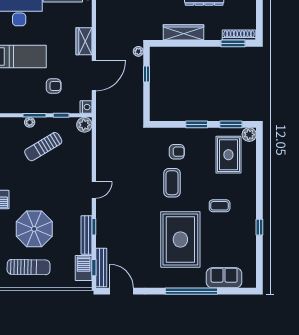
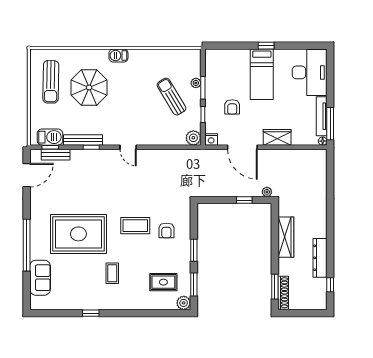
rug: (228, 155) -> (163, 282), width x0.73, depth x0.70
bench: (101, 267) -> (56, 155), width x0.73

